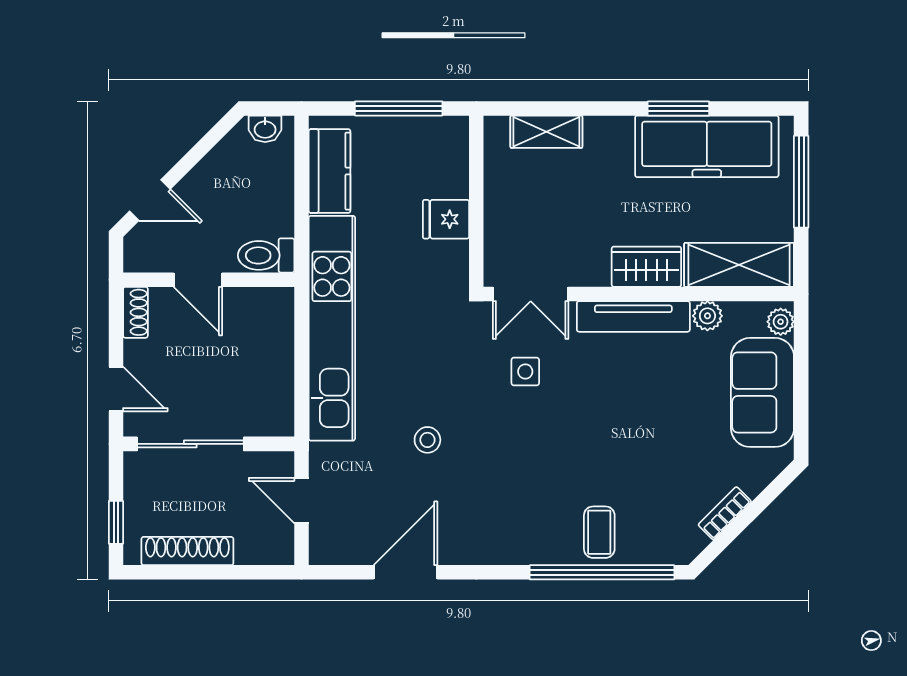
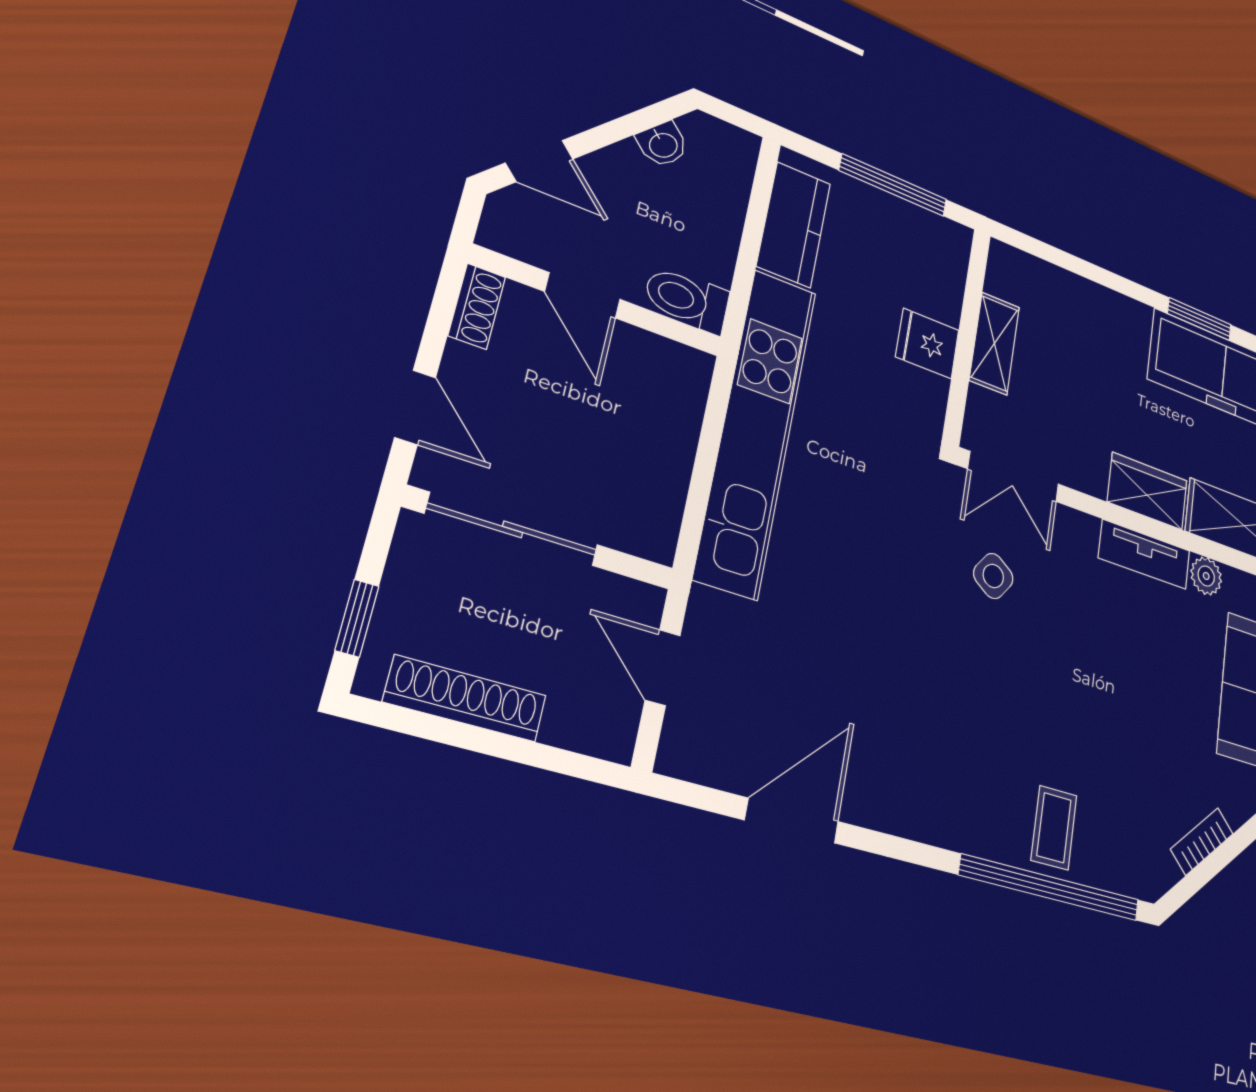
washbasin: (265, 129) -> (663, 144), moved, turned -45
shelving: (546, 132) -> (994, 343), moved, turned 90
tv unit: (633, 316) -> (1144, 554), width x0.71
side table: (525, 372) -> (993, 576), turned 35
stool: (427, 440) -> (856, 630), removed

